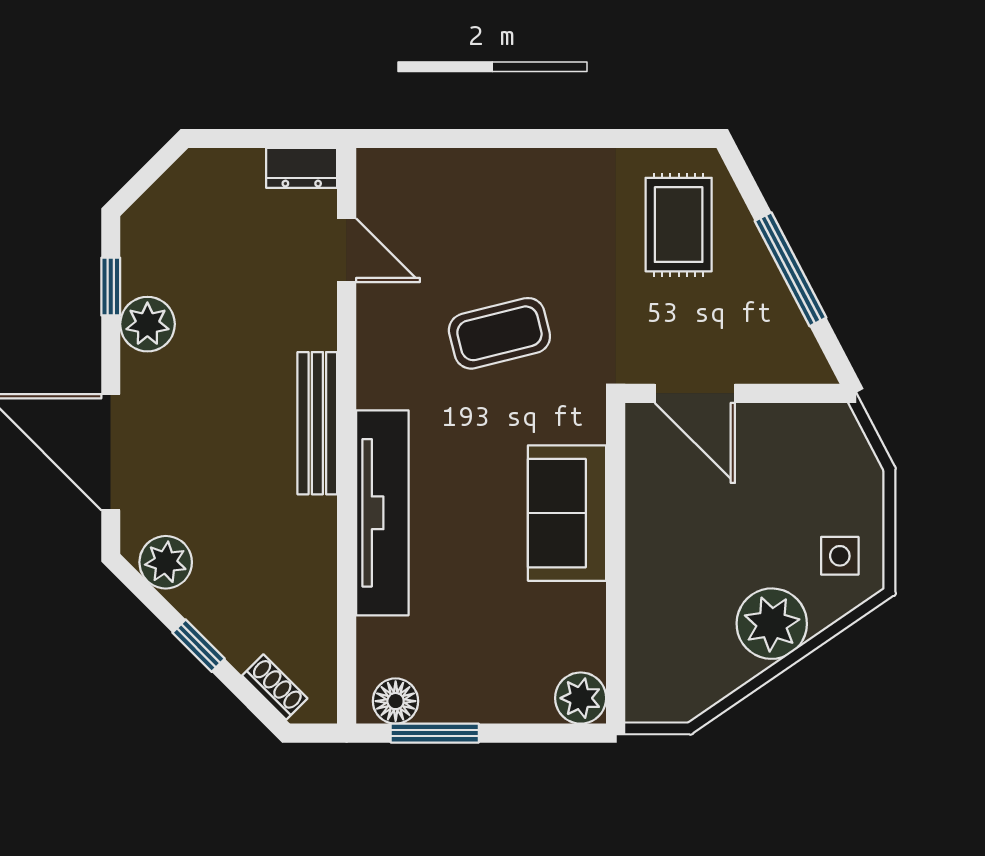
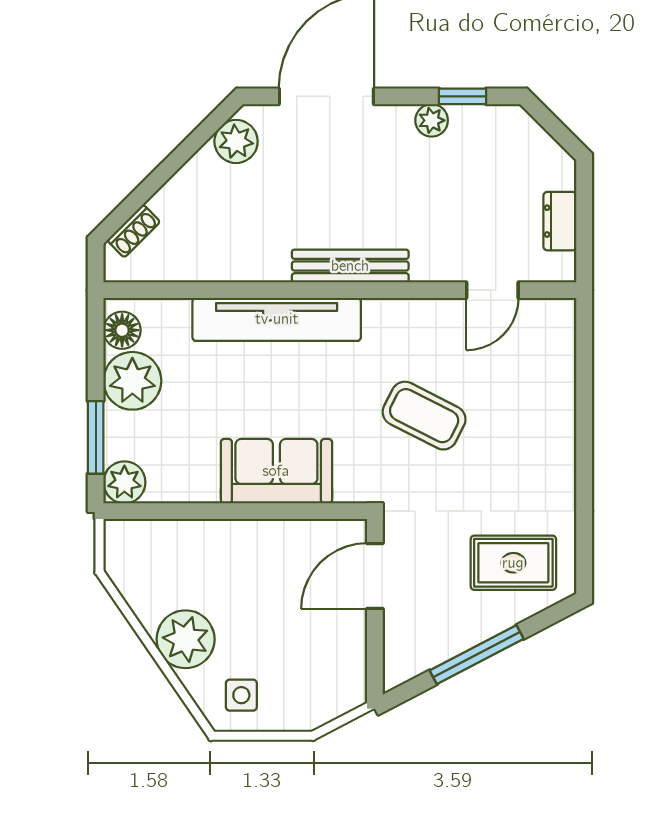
dresser: (302, 168) -> (560, 221), moved
plant: (147, 324) -> (432, 120), width x0.73, depth x0.73
coffee table: (499, 333) -> (424, 416), turned -49
window: (199, 646) -> (168, 168), removed
plant: (457, 688) -> (132, 381), added
window: (435, 733) -> (96, 437), moved

